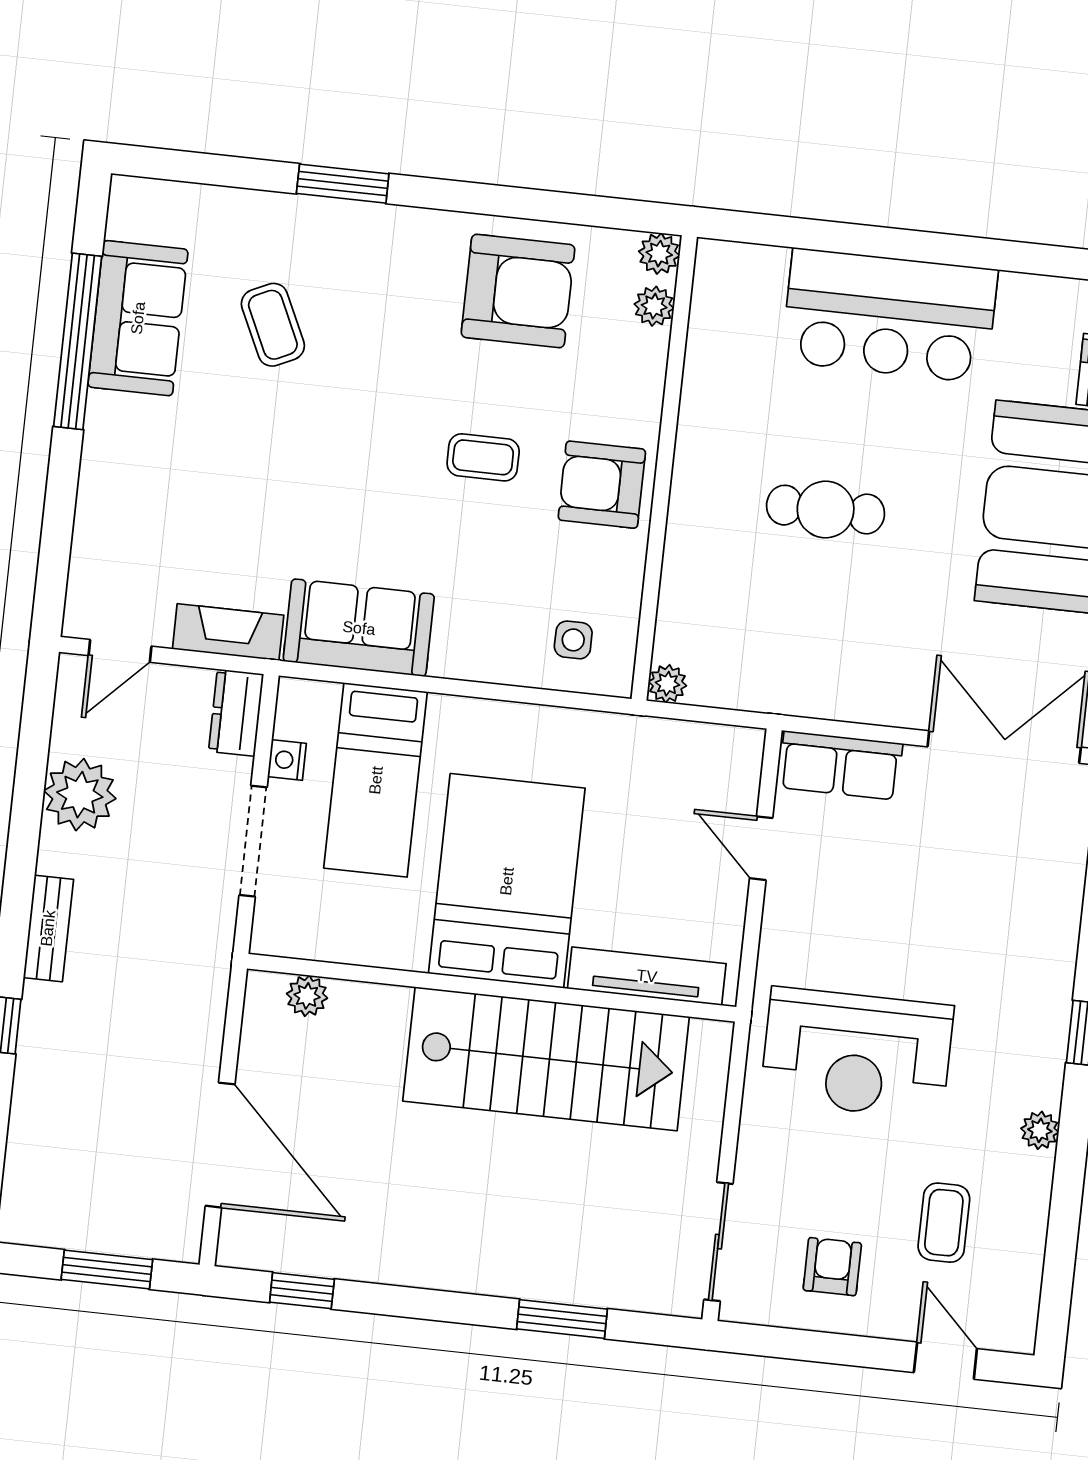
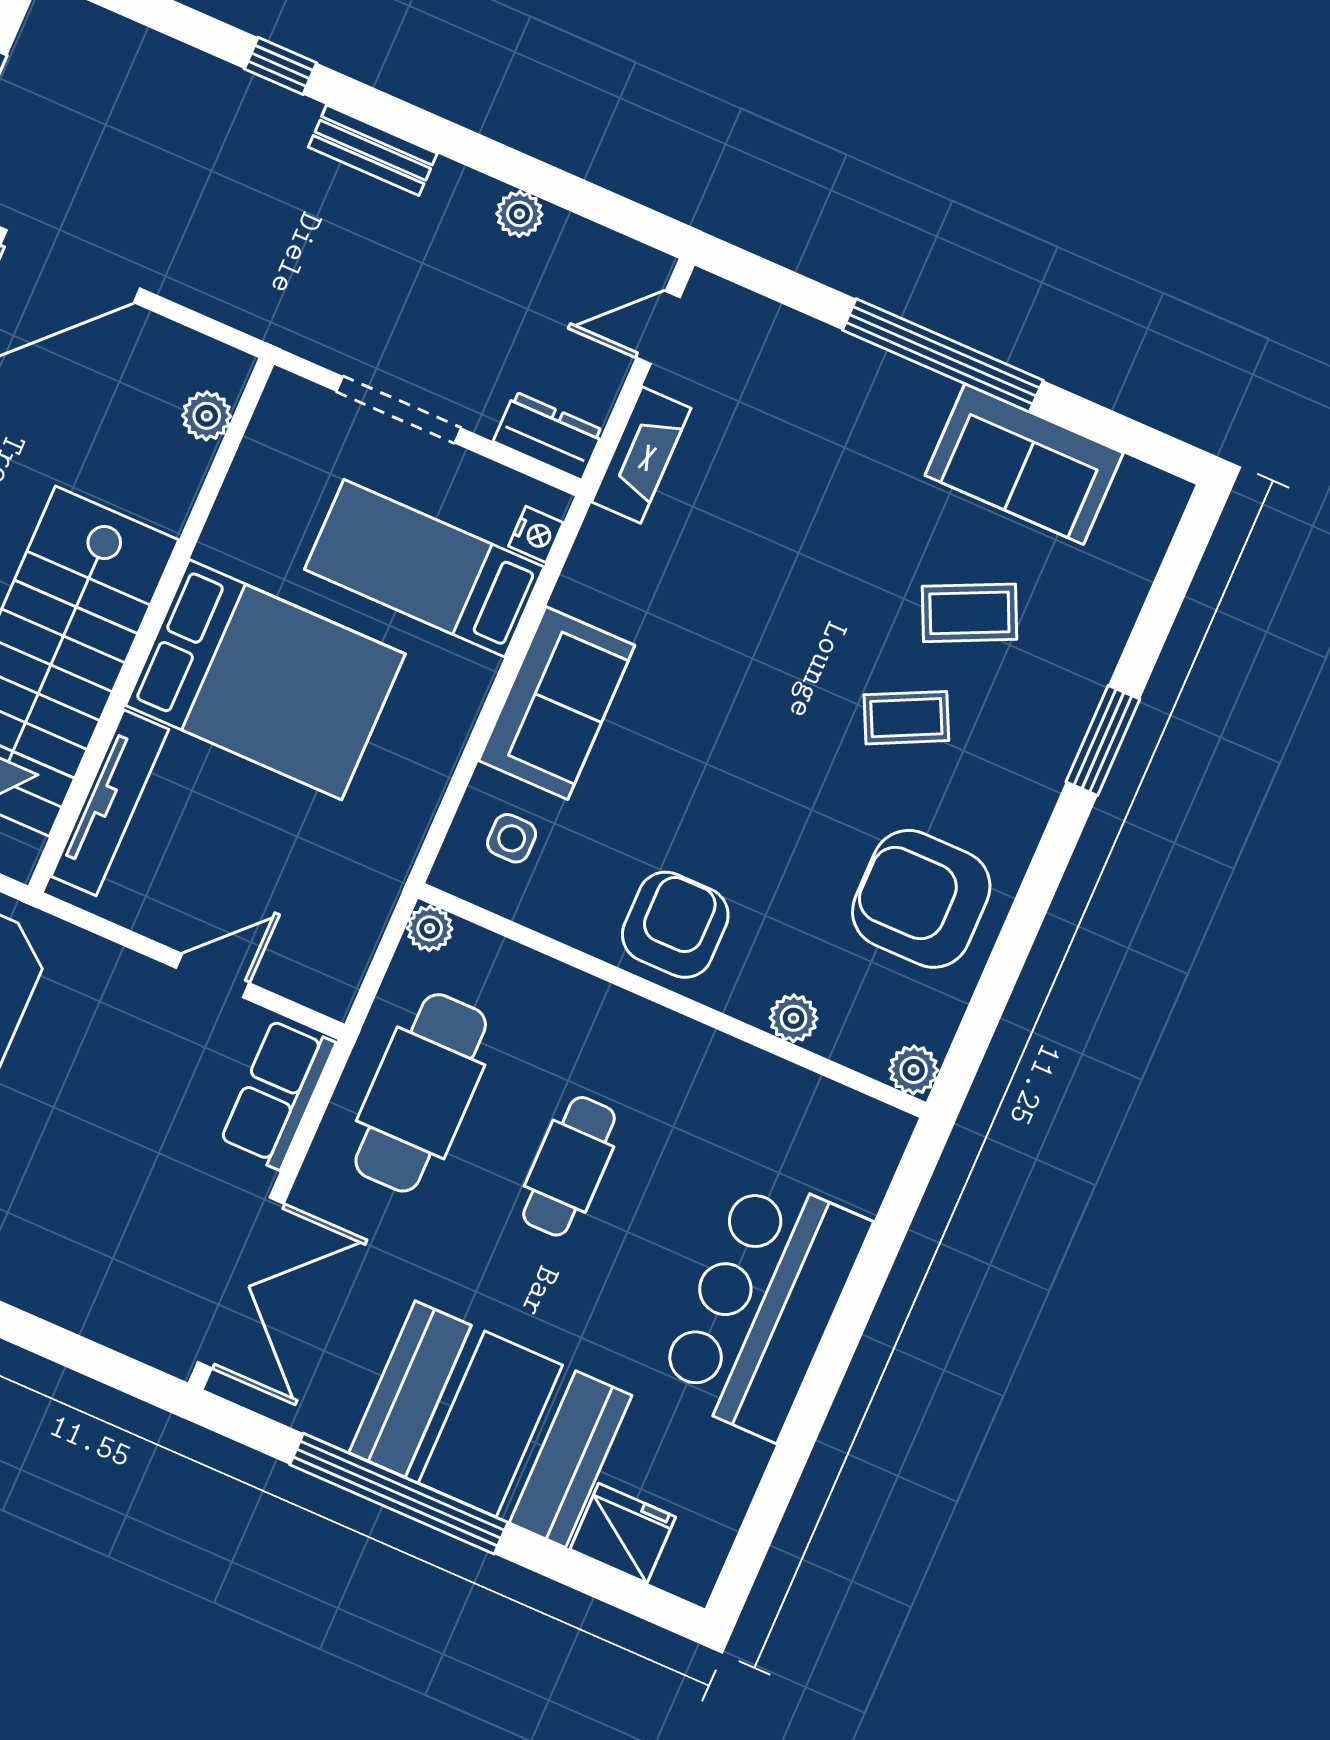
armchair: (518, 291) -> (921, 899), turned 90
plant: (654, 306) -> (794, 1018), moved
window: (78, 341) -> (943, 355), moved
coffee table: (483, 457) -> (906, 718), moved, turned 64
sofa: (359, 628) -> (557, 703), moved
cafe table: (804, 649) -> (421, 1093), added
door: (120, 651) -> (658, 328), hinge flipped
nightstand: (287, 760) -> (536, 534), moved, turned 90
plant: (80, 795) -> (519, 214), width x0.53, depth x0.53

